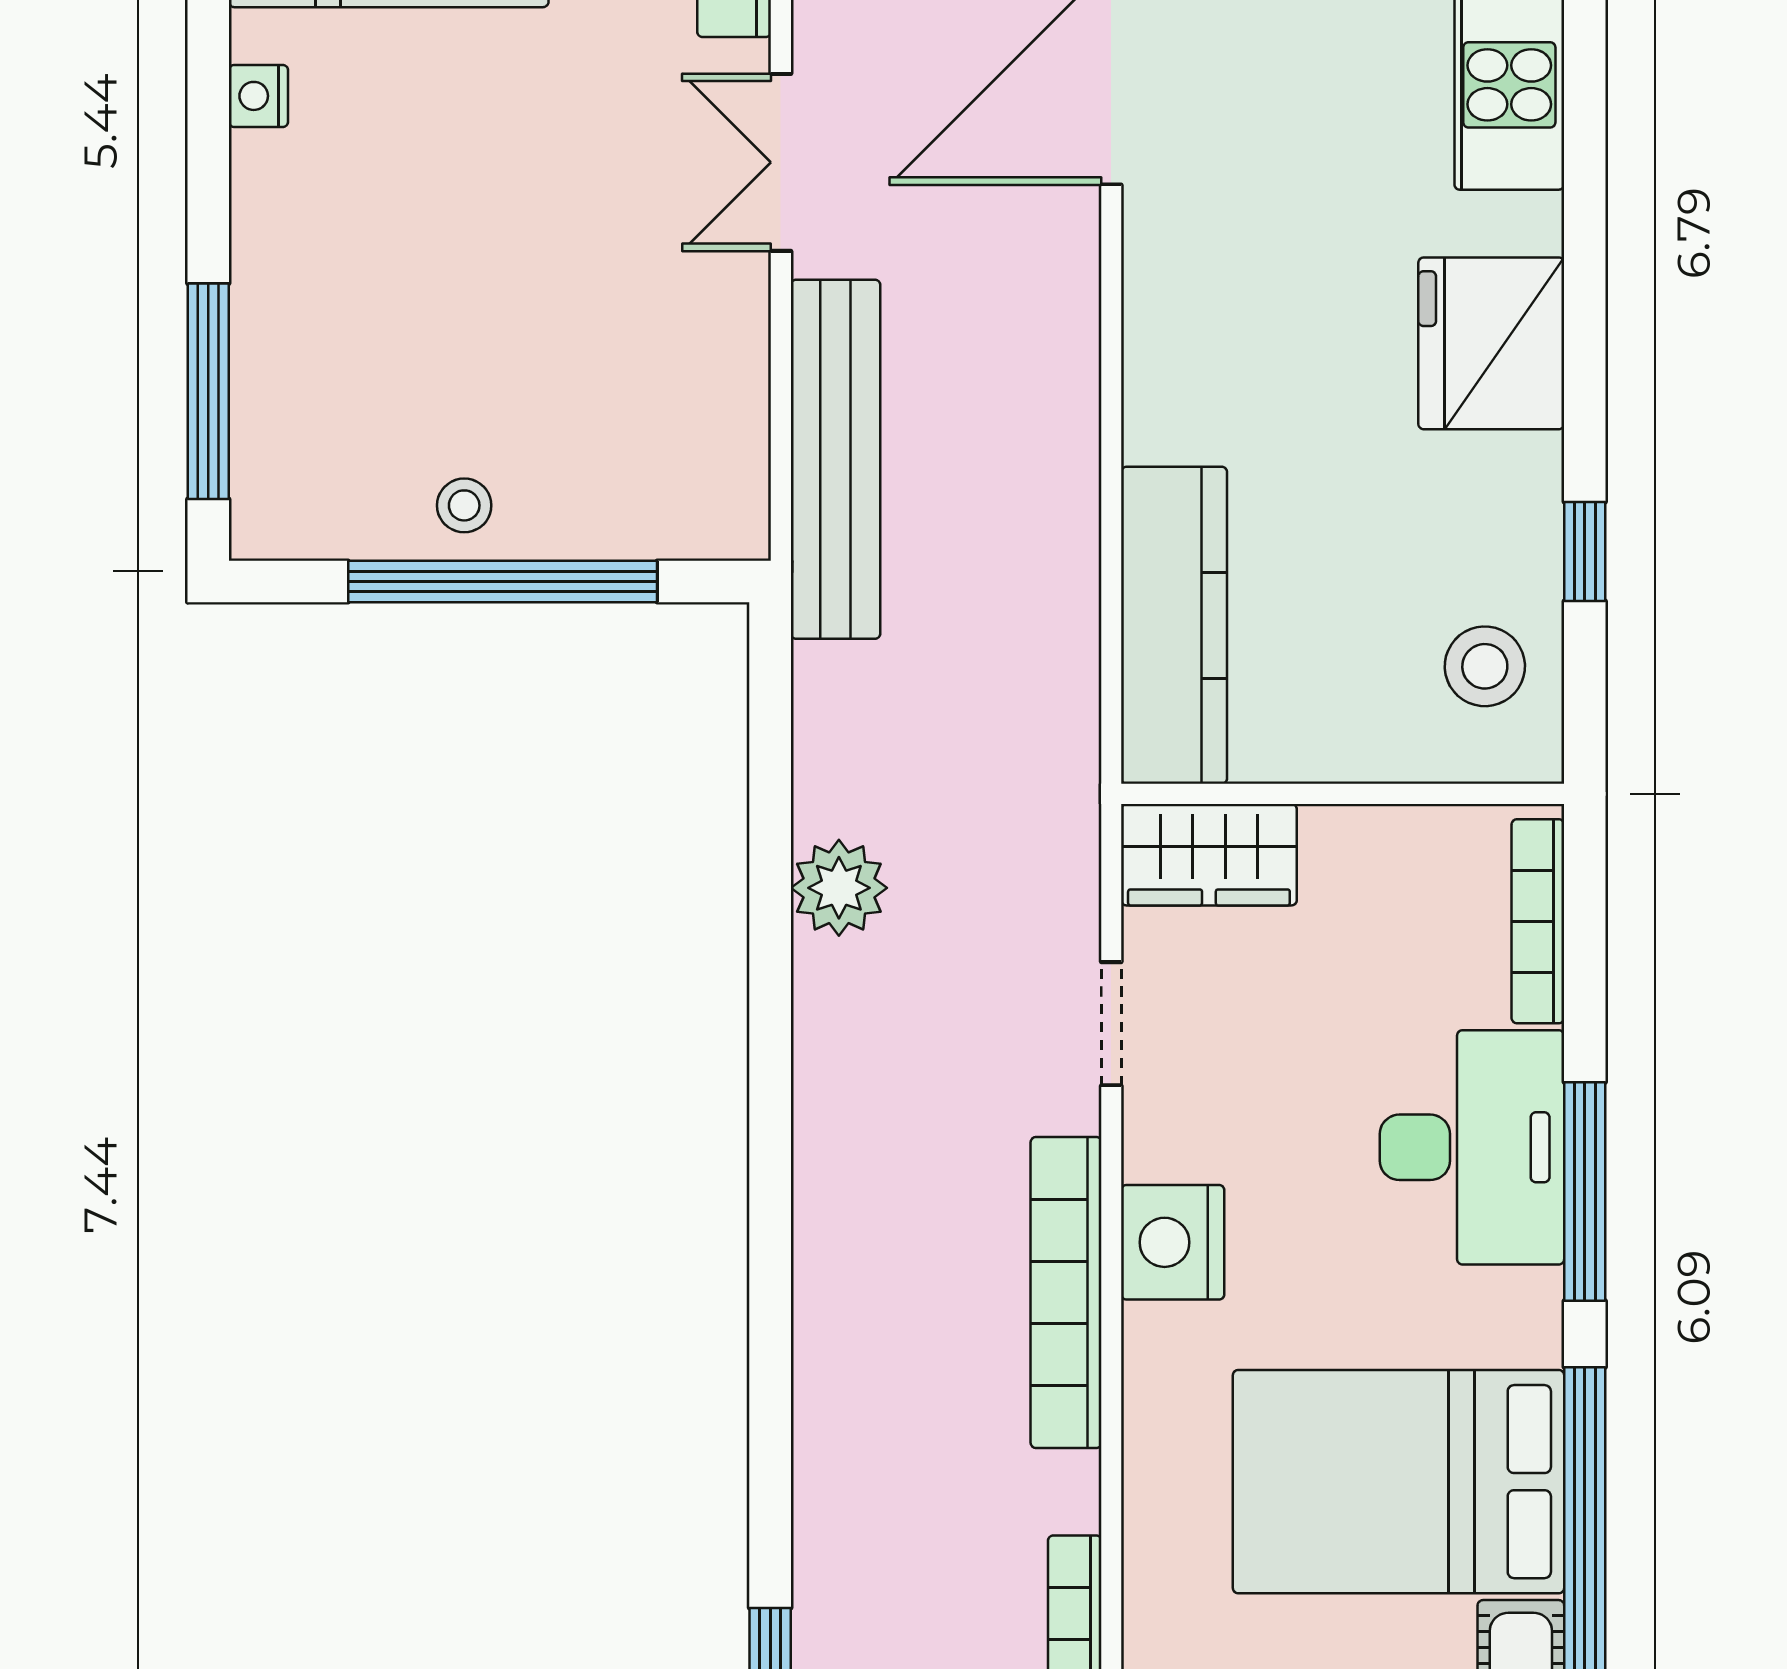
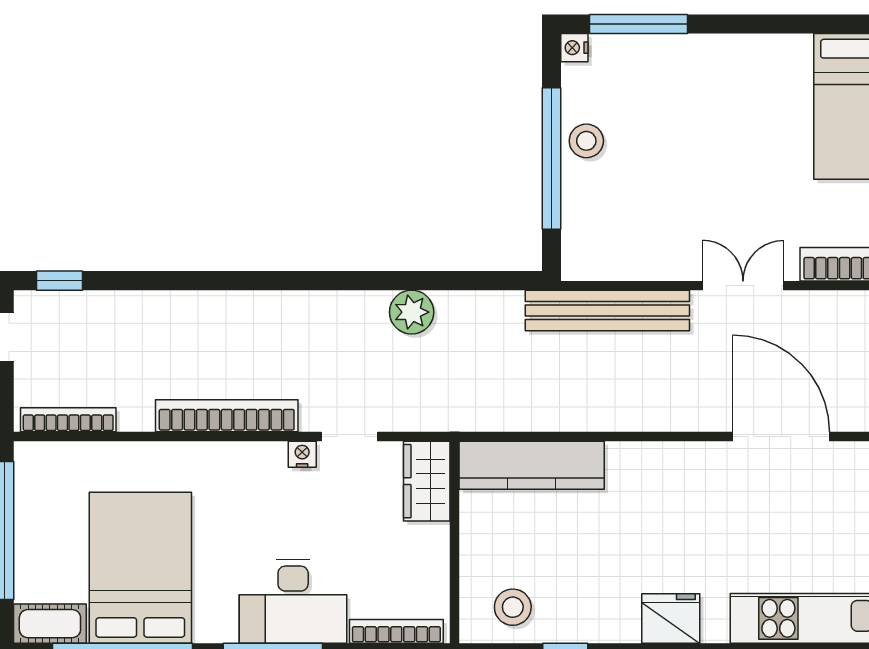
nightstand: (258, 96) -> (574, 48), moved, turned -90
fridge: (1491, 343) -> (671, 619), width x0.73, depth x0.75
stool: (464, 505) -> (586, 141), width x1.37, depth x1.37
nightstand: (1173, 1242) -> (302, 454), moved, width x0.53, depth x0.56

